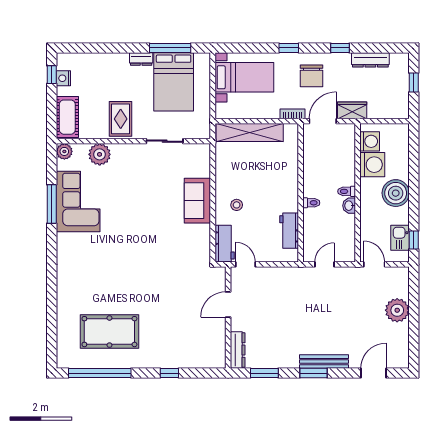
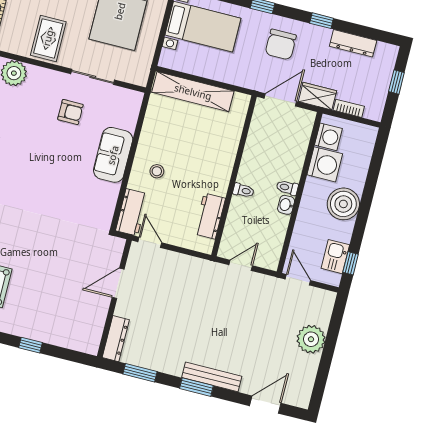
bookcase: (293, 114) -> (349, 108), moved
armchair: (154, 174) -> (70, 112), added

